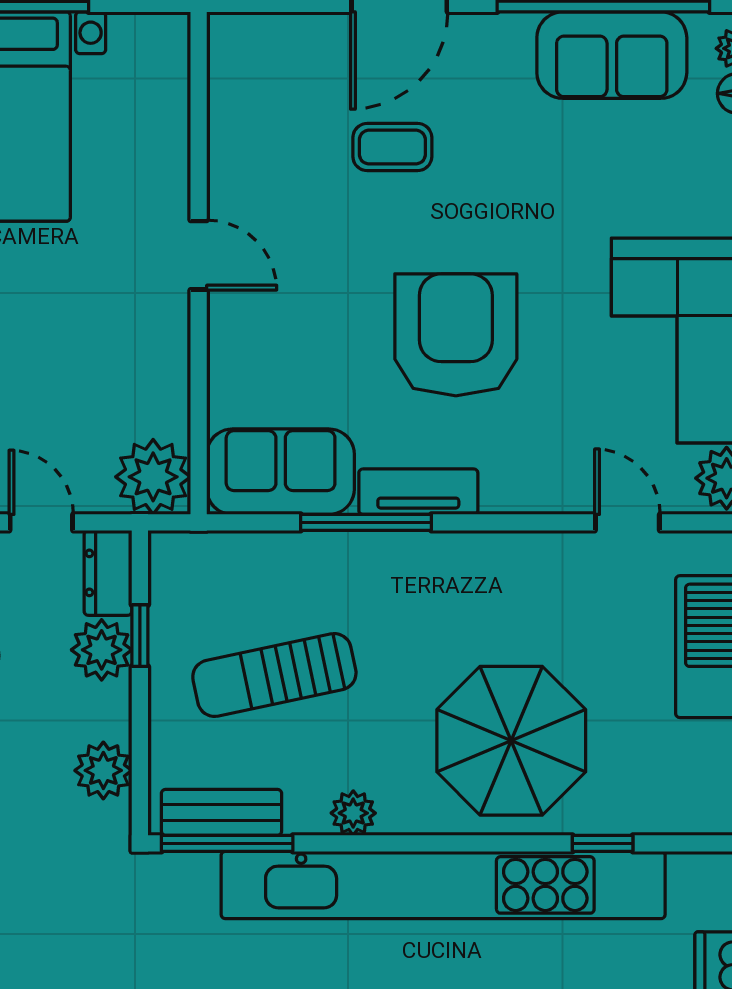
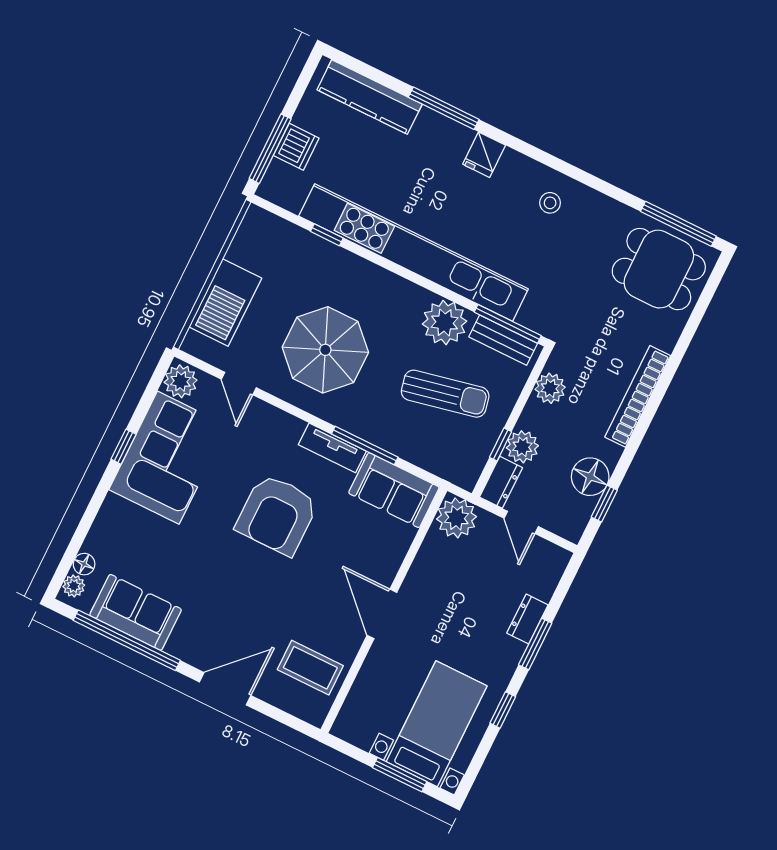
coffee table: (392, 147) -> (310, 668), moved, width x1.36, depth x1.30
door: (199, 255) -> (382, 614), width x1.38
parasol: (511, 741) -> (325, 350), moved
plant: (353, 813) -> (445, 323), width x1.88, depth x1.88

